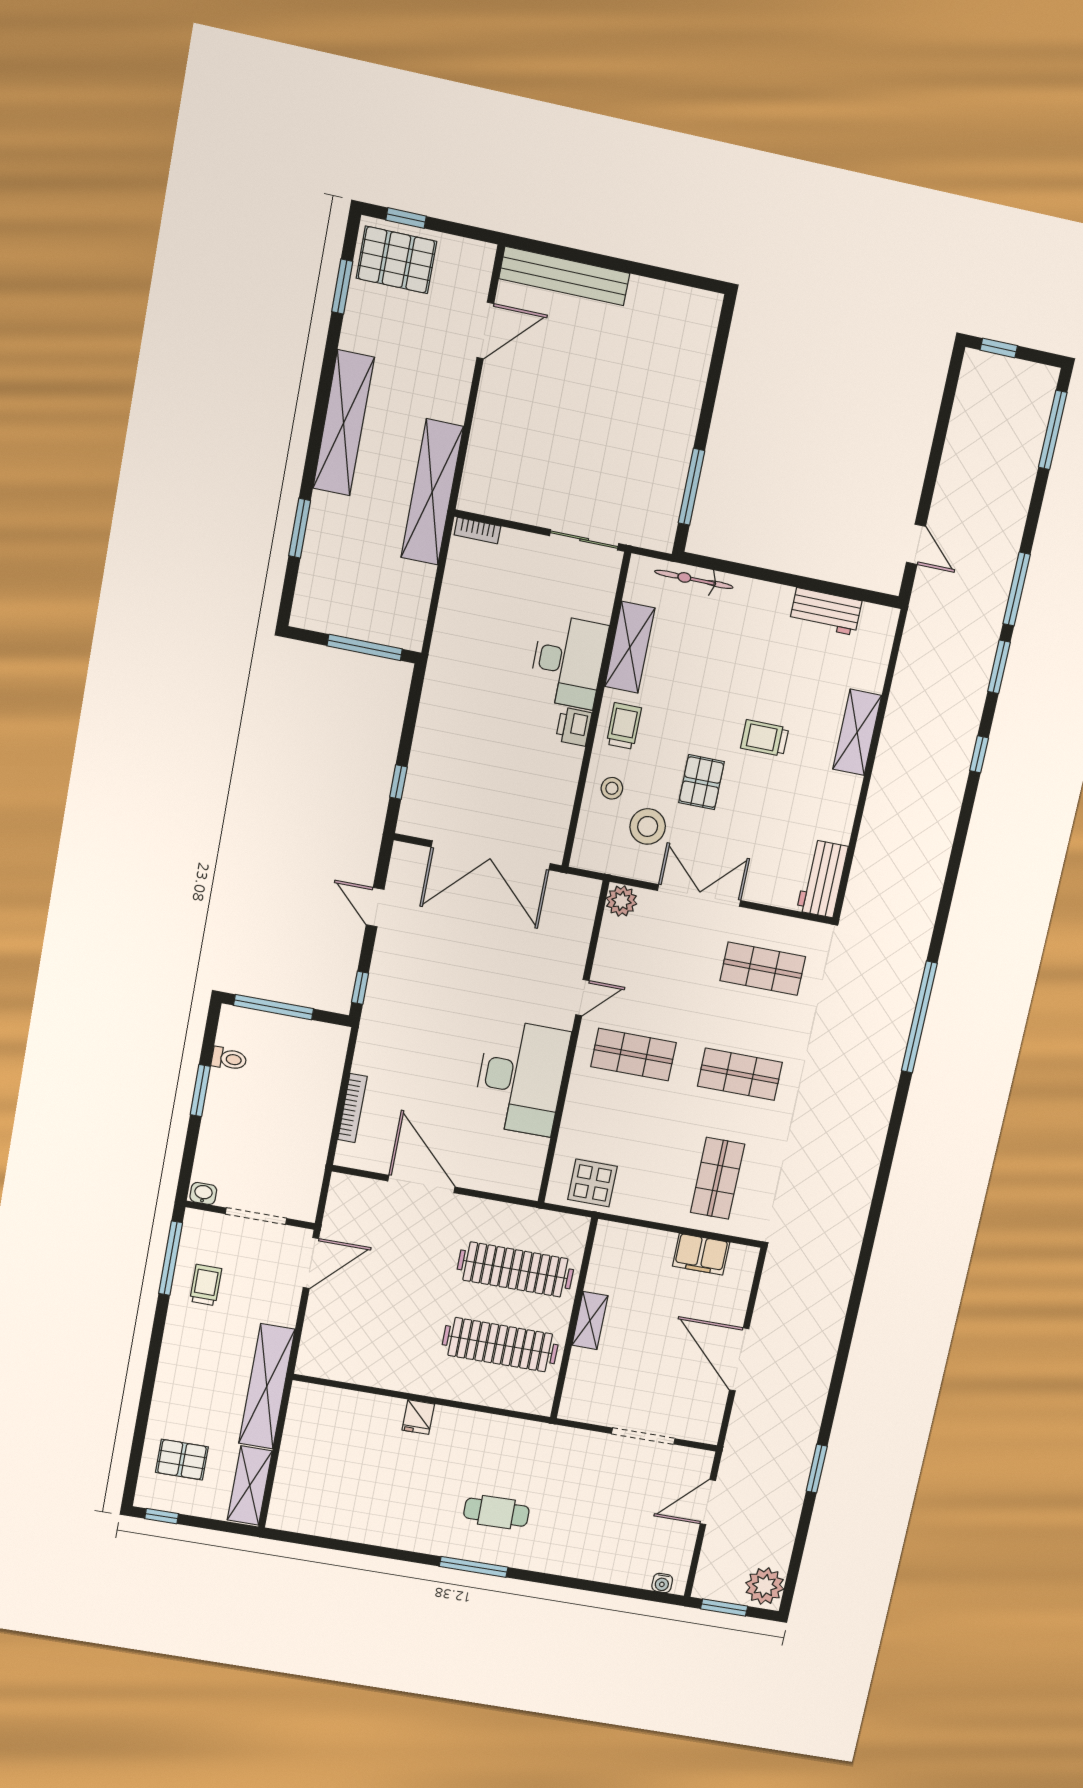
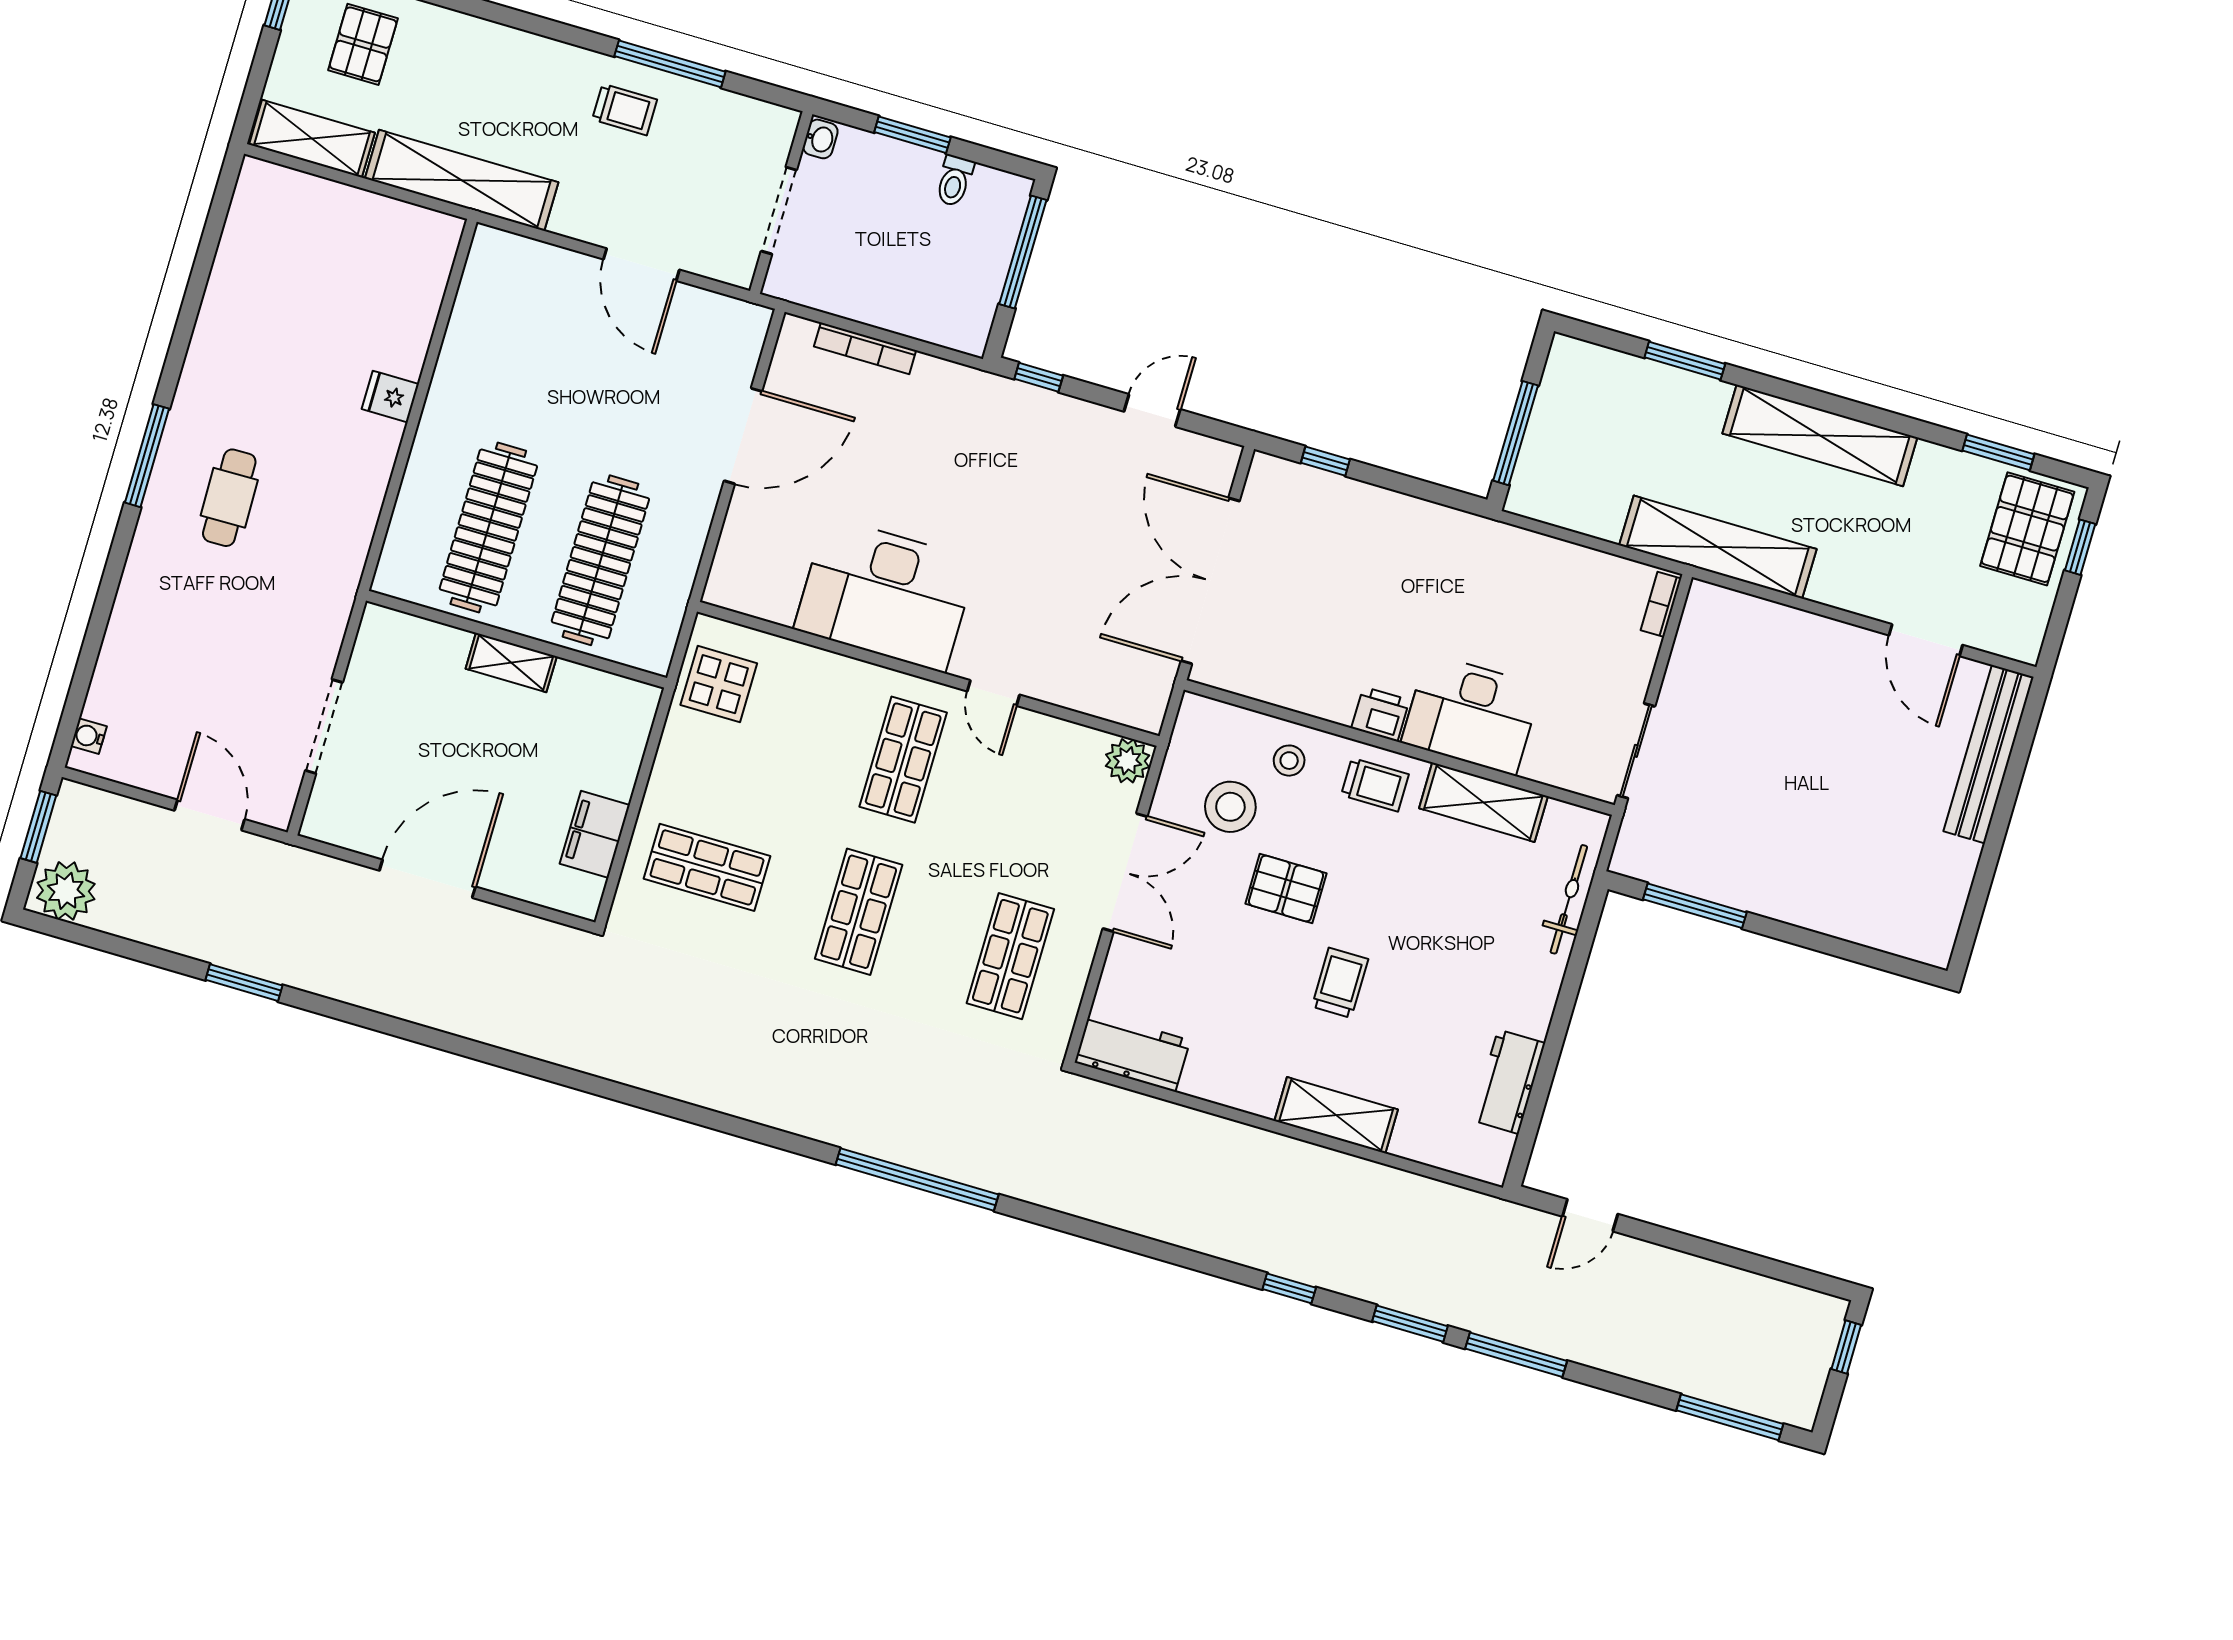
washbasin: (203, 1193) -> (820, 139), moved
wall: (250, 1215) -> (781, 203), moved
doorway: (256, 1216) -> (779, 211), moved

